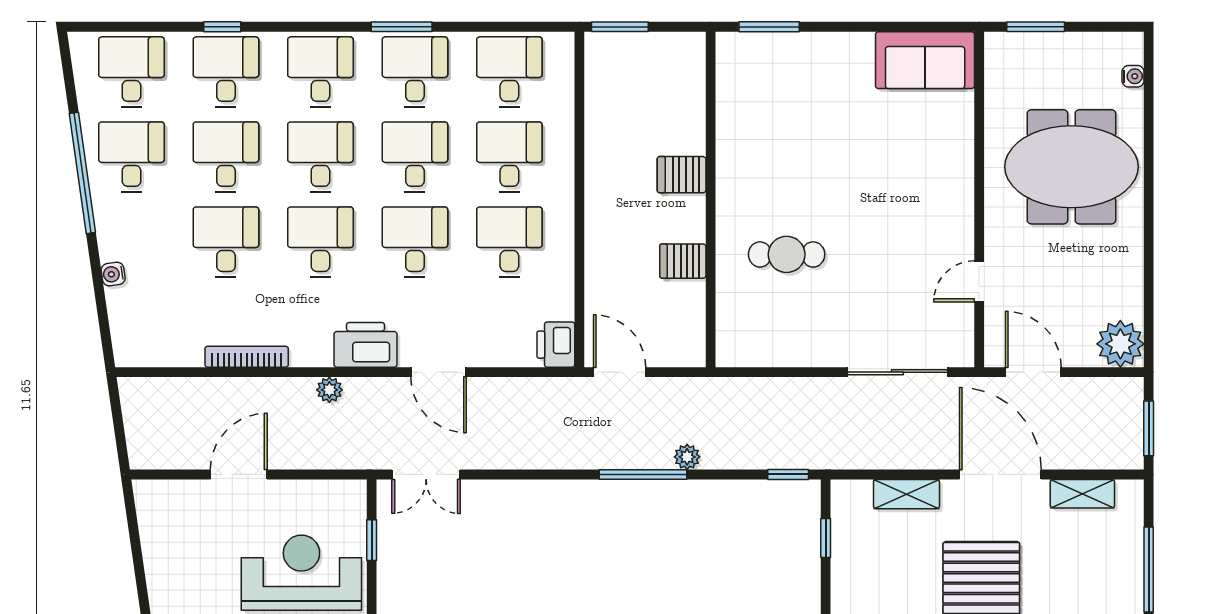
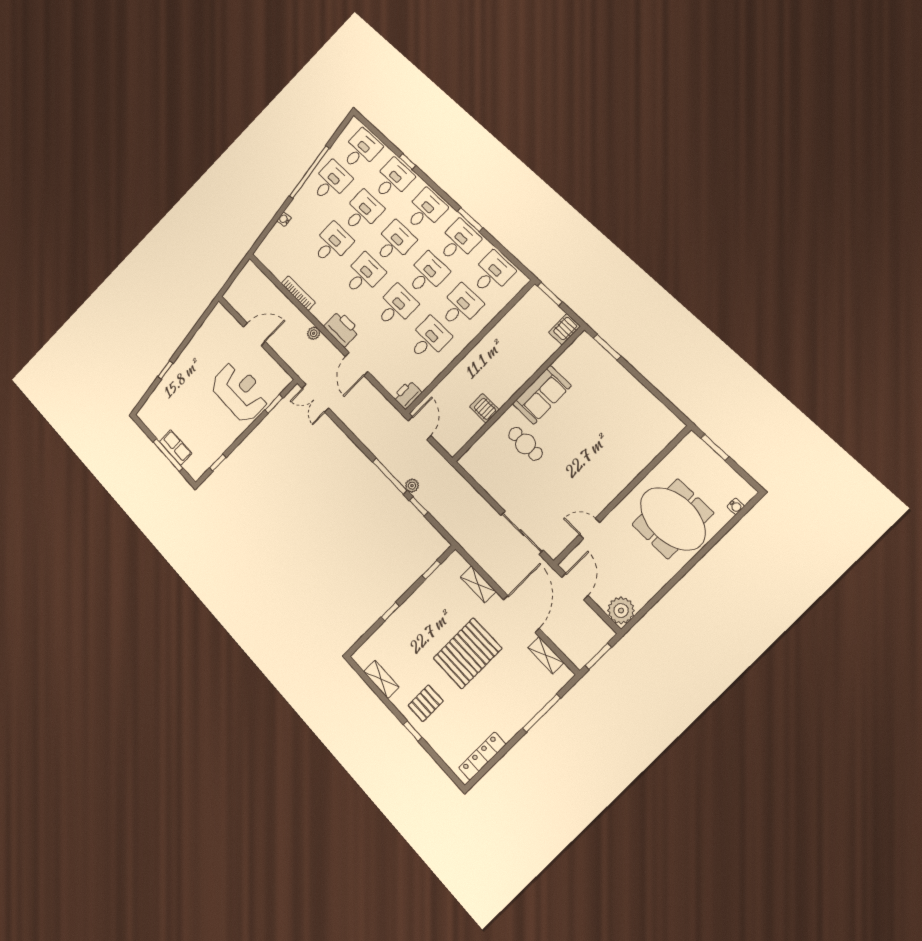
sofa: (925, 60) -> (542, 395), moved, turned -90
server rack: (682, 175) -> (564, 329), moved, turned -90
window: (788, 474) -> (419, 506), moved

